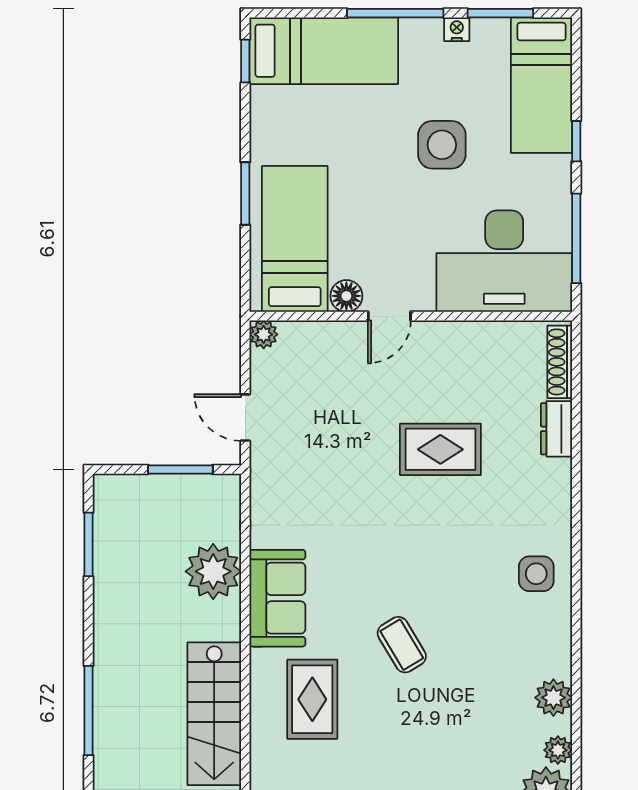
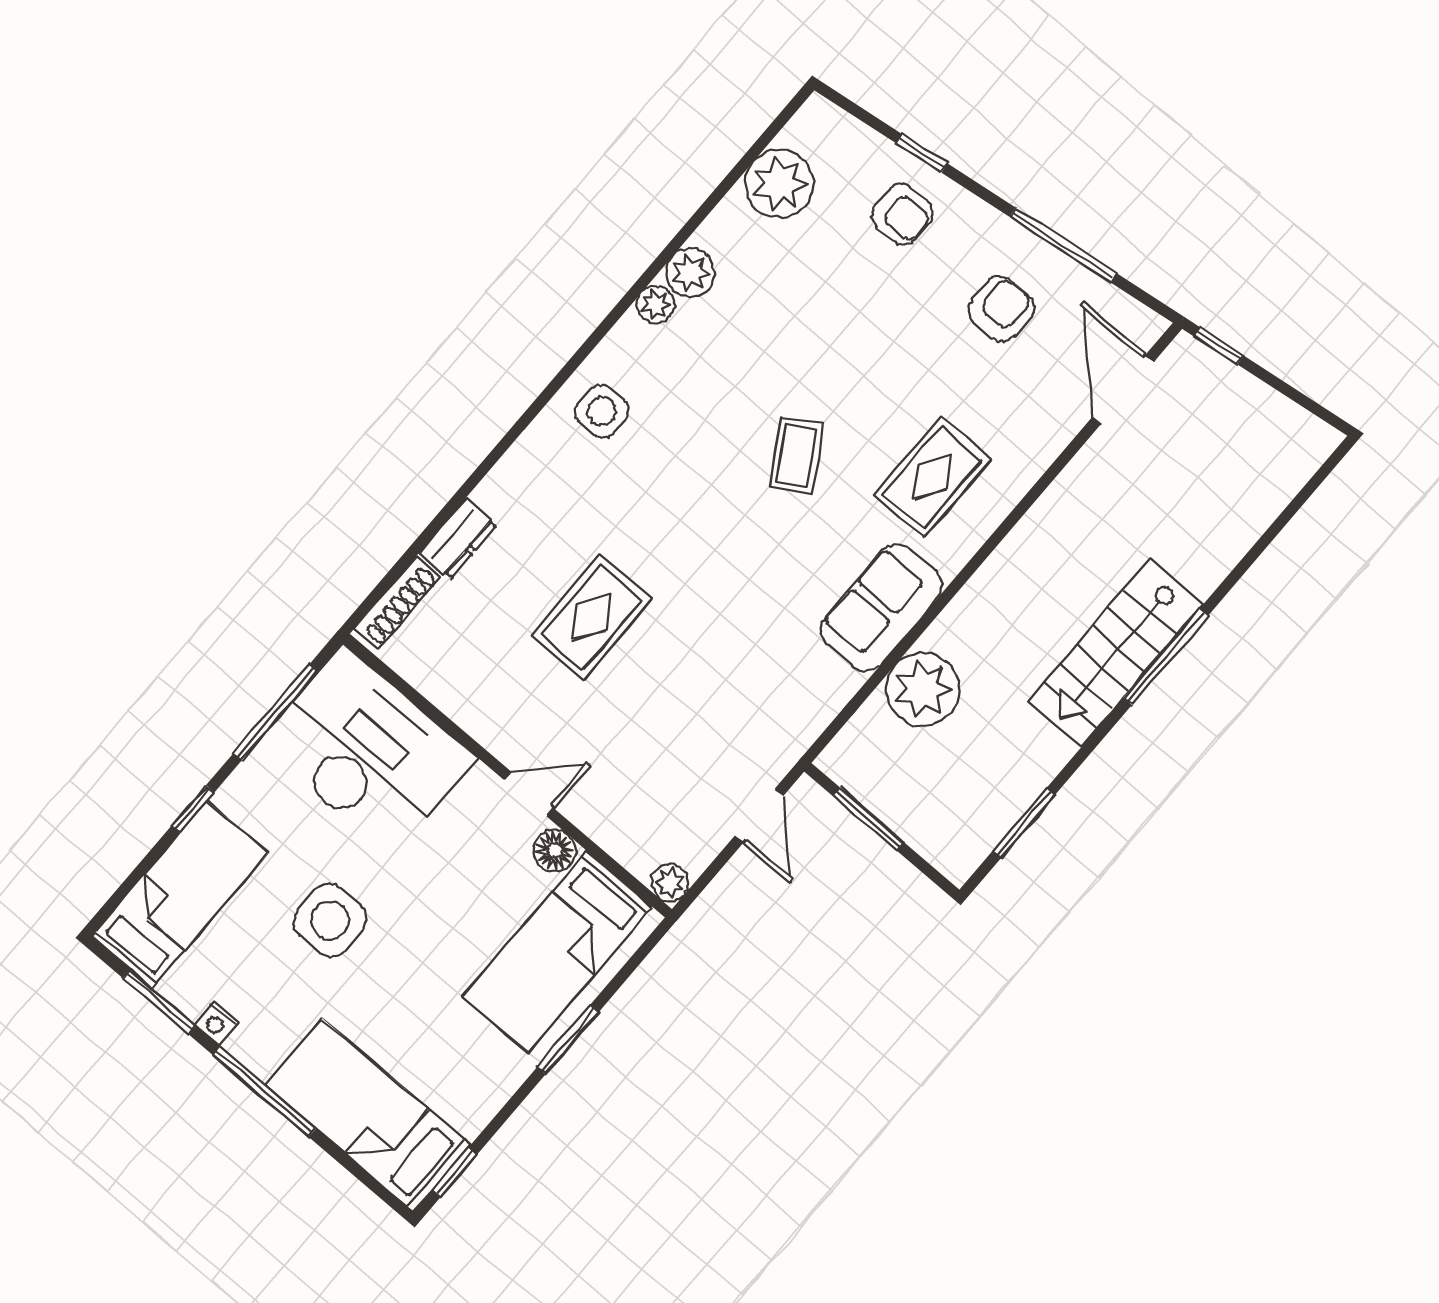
rug: (440, 449) -> (591, 617), turned 90
stairs: (214, 714) -> (1116, 652), moved, turned 180
plant: (558, 750) -> (656, 304), moved

